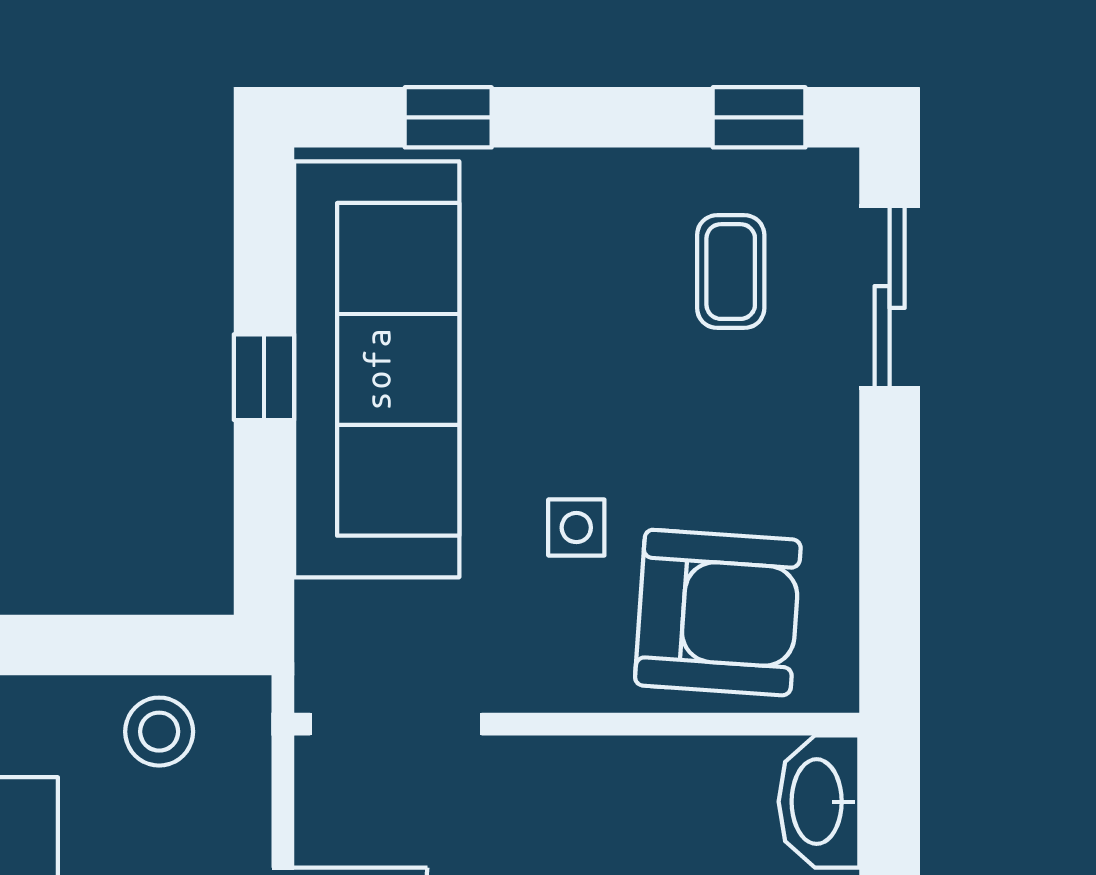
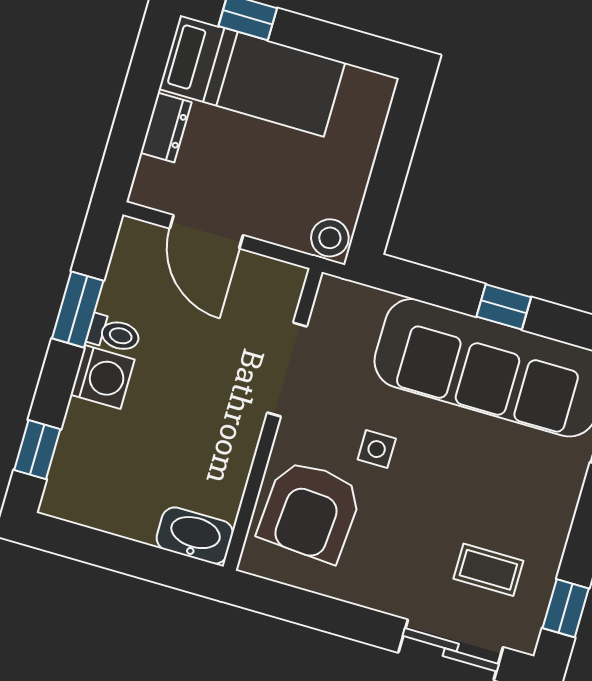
doorway: (396, 724) -> (287, 370), moved
stool: (159, 732) -> (330, 238), moved

